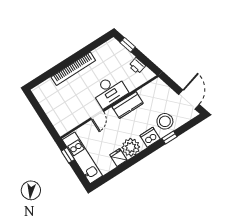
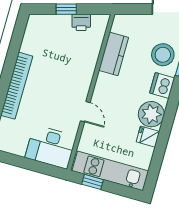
window: (128, 45) -> (66, 9), moved
desk: (109, 91) -> (51, 147), moved, turned 90
kitchen counter: (128, 105) -> (114, 54), moved

